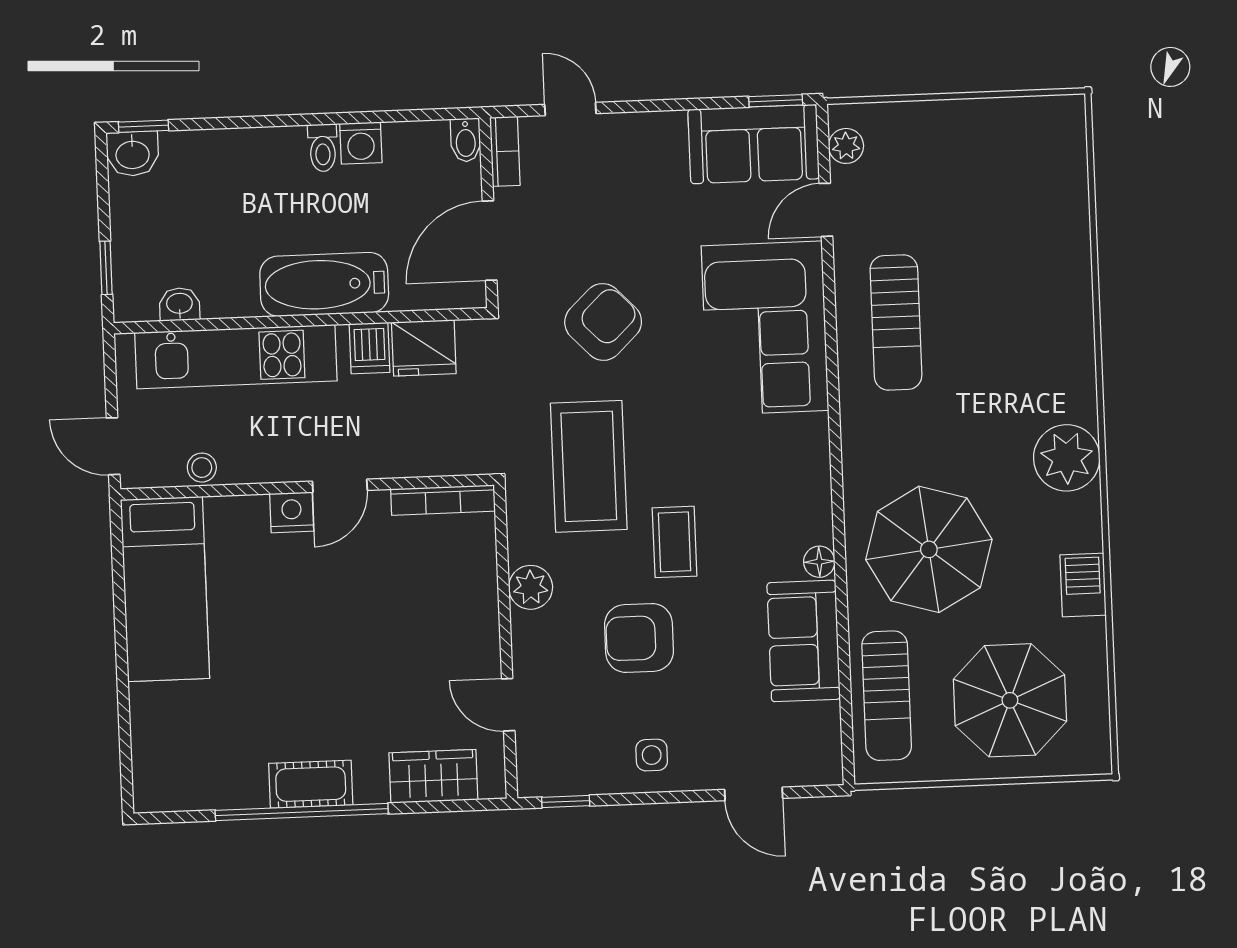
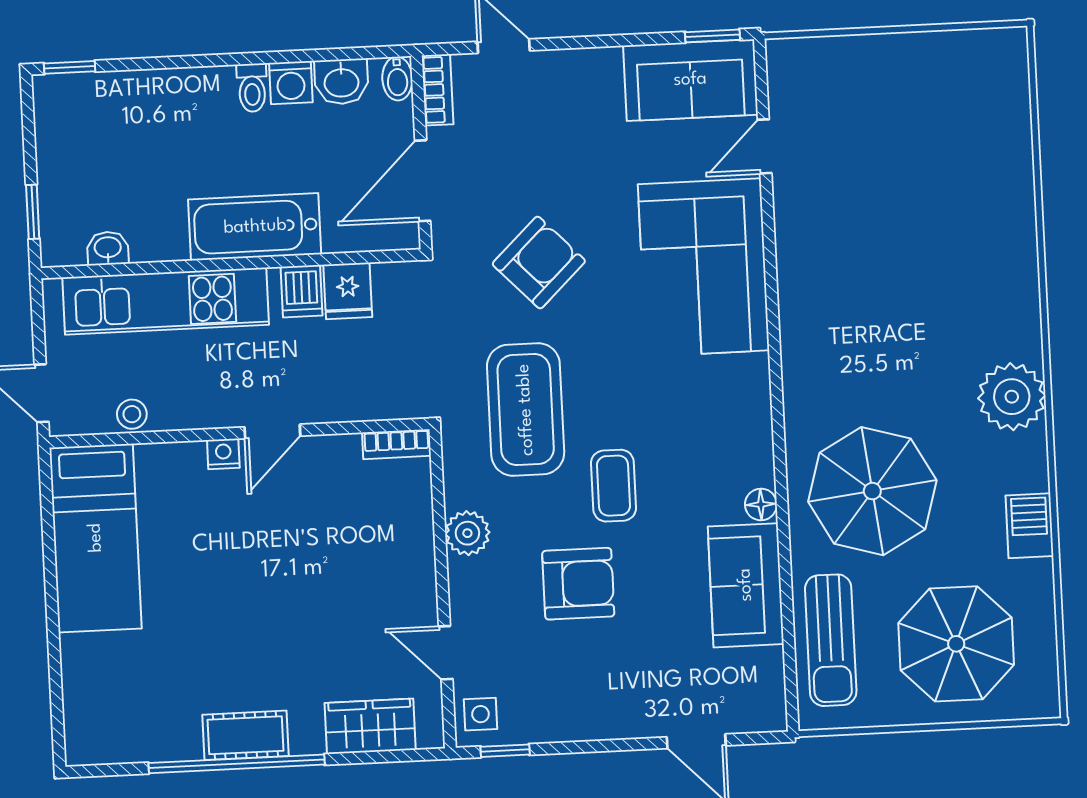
plant: (846, 146) -> (784, 81), removed
washbasin: (132, 154) -> (341, 82), moved
sun lounger: (896, 322) -> (837, 260), removed
fridge: (424, 348) -> (348, 291), width x0.72
bookcase: (443, 500) -> (396, 444), width x0.64
nightstand: (292, 512) -> (223, 454), width x0.72, depth x0.74
armchair: (639, 638) -> (578, 584), turned 180
side table: (652, 755) -> (481, 714), moved

